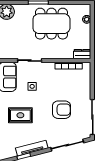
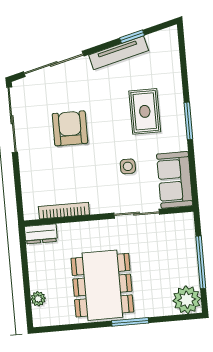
dining table: (51, 24) -> (102, 285), turned 90
armchair: (62, 110) -> (70, 128), turned 90
rug: (20, 115) -> (145, 111), turned 90

